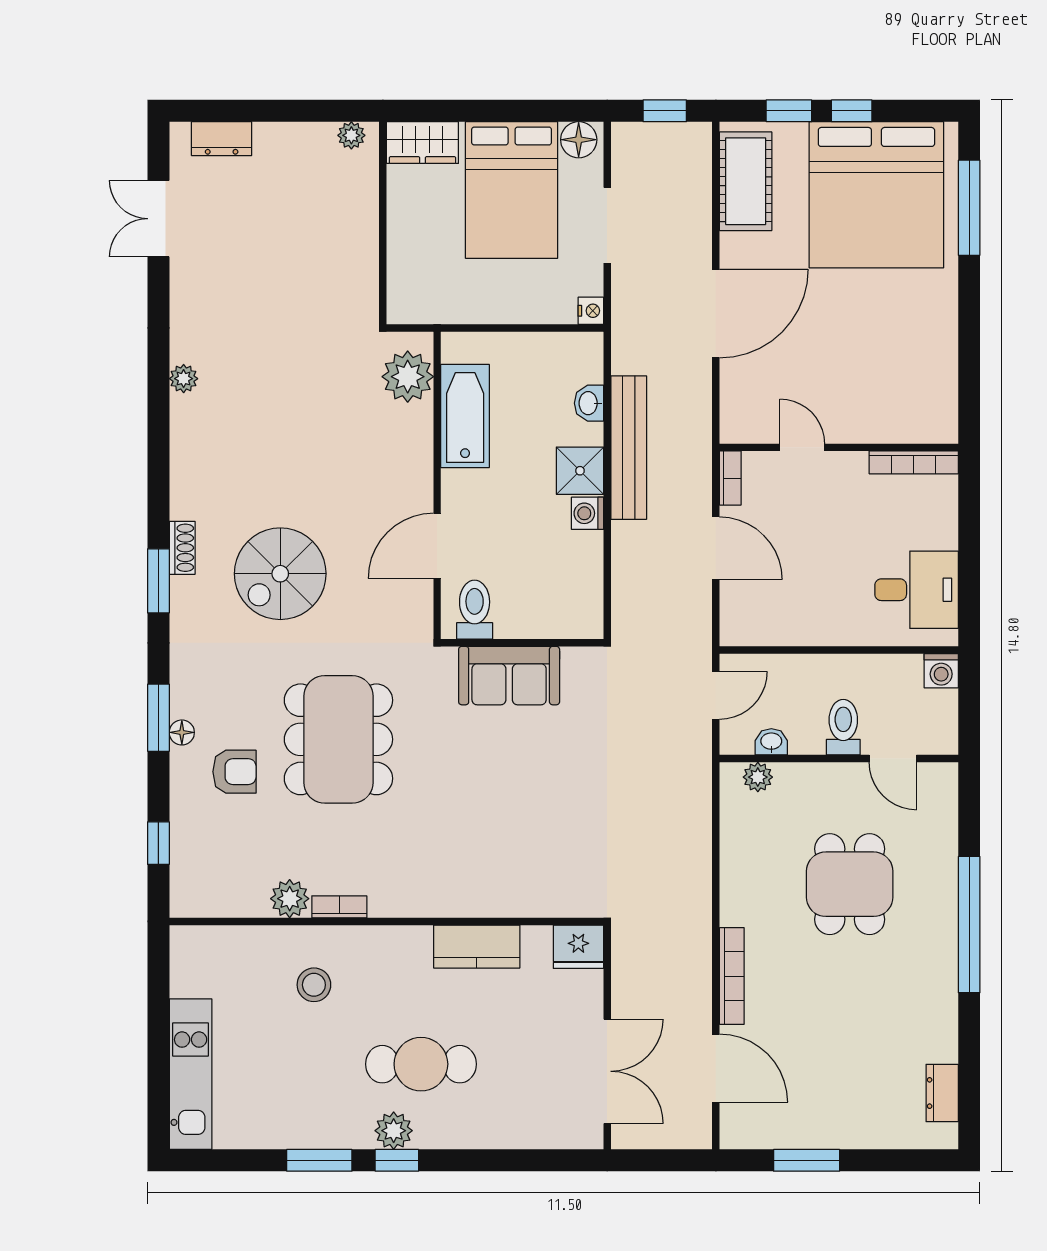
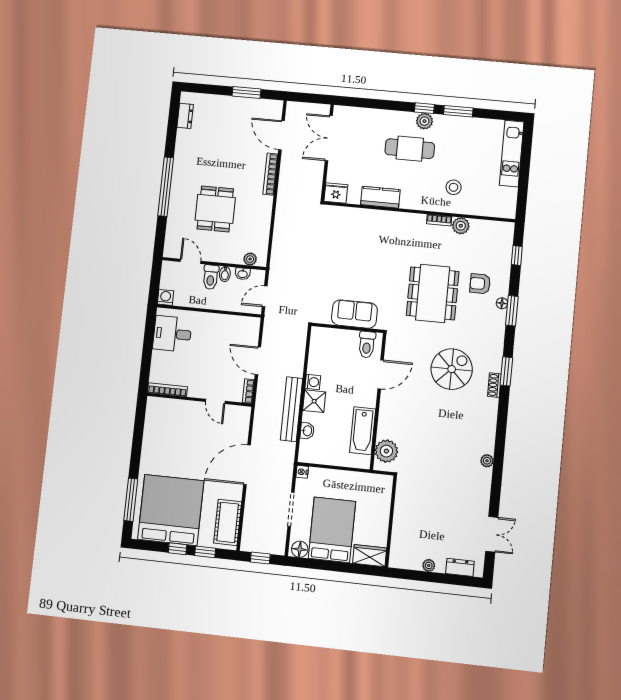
plant: (351, 135) -> (429, 565), moved
bidet: (811, 737) -> (225, 274), added

